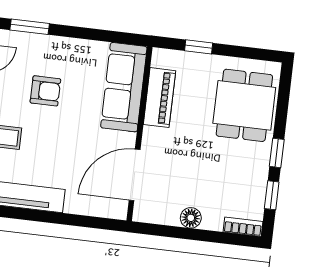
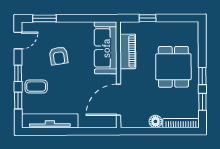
armchair: (45, 91) -> (59, 56), turned 82
dining table: (244, 105) -> (173, 67), moved
bookcase: (243, 227) -> (181, 123), width x1.56

